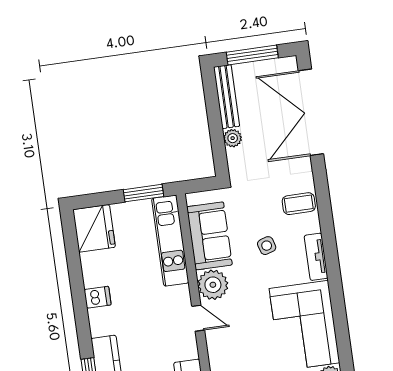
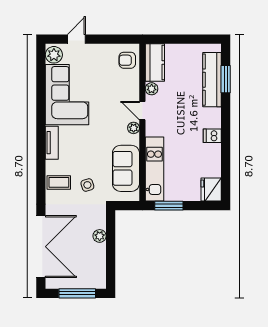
bench: (227, 97) -> (100, 266), removed
fridge: (94, 228) -> (211, 190), width x0.73, depth x0.75
side table: (267, 246) -> (87, 185), moved
plant: (213, 285) -> (134, 128), width x0.53, depth x0.53
plant: (190, 350) -> (152, 89), added

